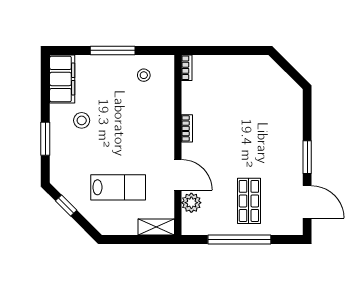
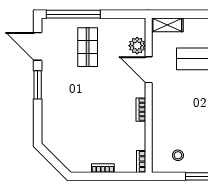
bookcase: (231, 60) -> (103, 168), added
window: (239, 239) -> (73, 14), moved

